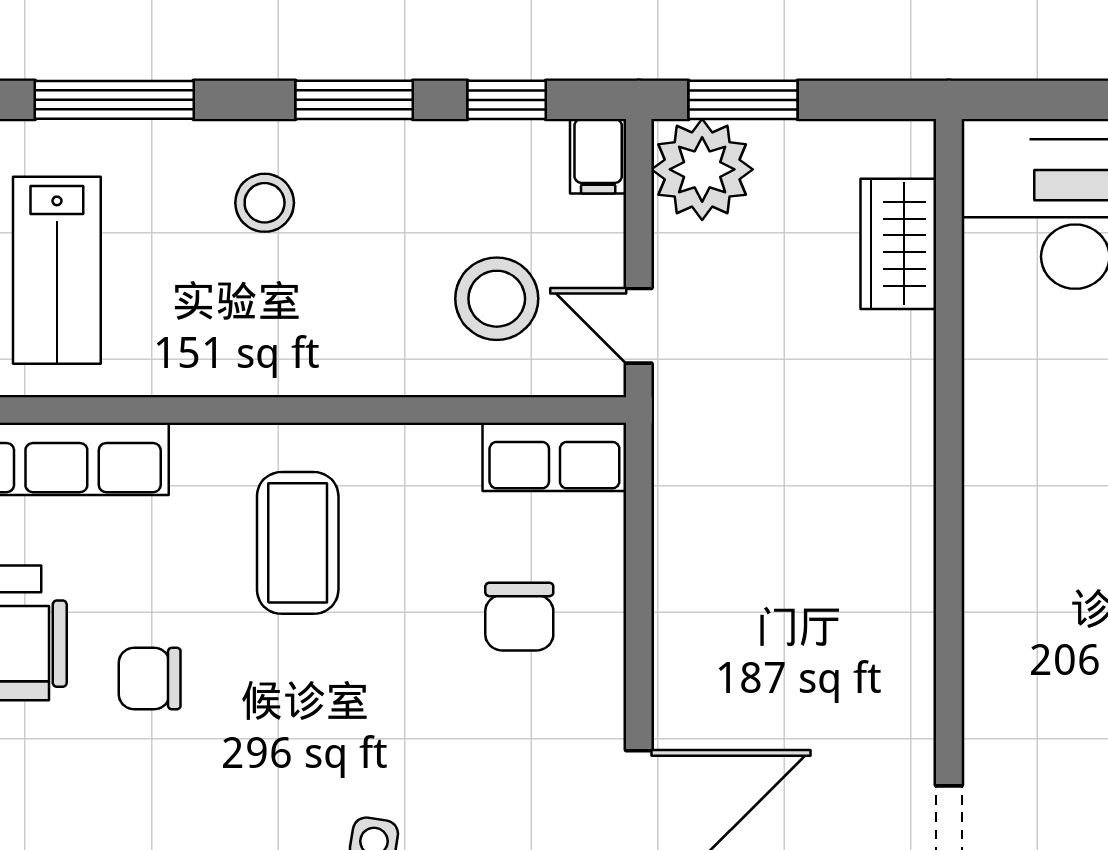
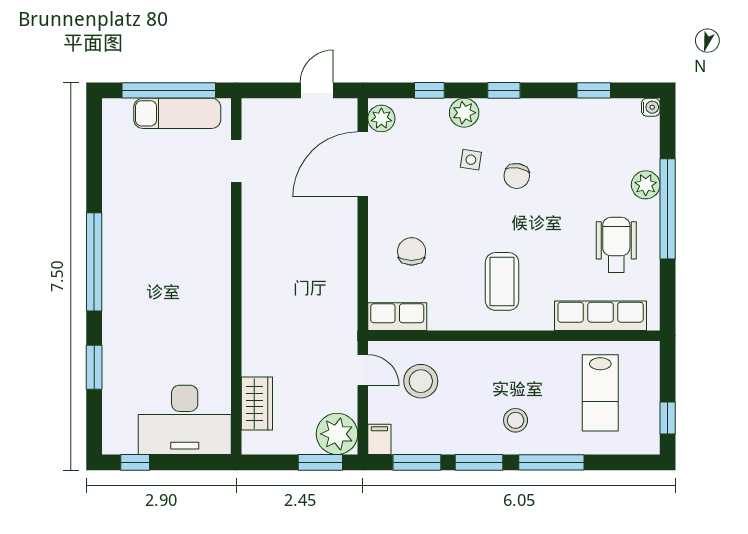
window: (114, 100) -> (551, 462), moved
window: (507, 100) -> (417, 462), width x1.50
lab bench: (57, 270) -> (600, 393), turned 180
chair: (150, 679) -> (517, 176), moved, turned 99

